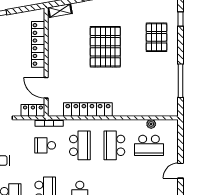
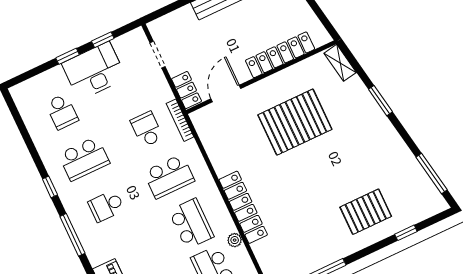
pallet: (105, 47) -> (295, 122), moved
locker: (88, 110) -> (243, 207), moved
plant: (151, 124) -> (235, 240), moved
school desk: (114, 145) -> (191, 224), turned 90

